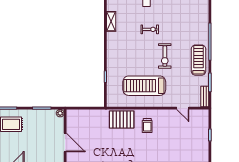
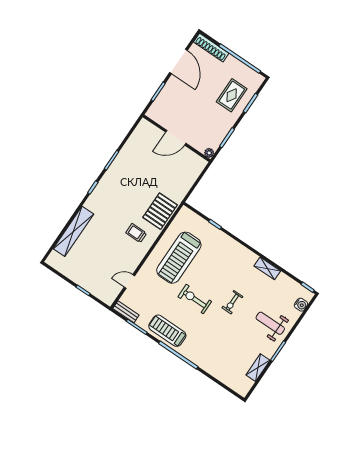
treadmill: (199, 60) -> (167, 331), turned 180
treadmill: (144, 86) -> (179, 258), turned 180

